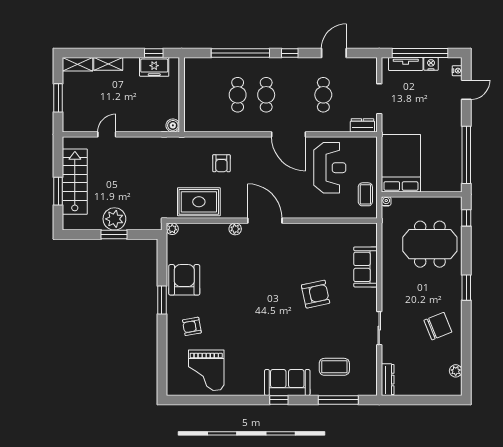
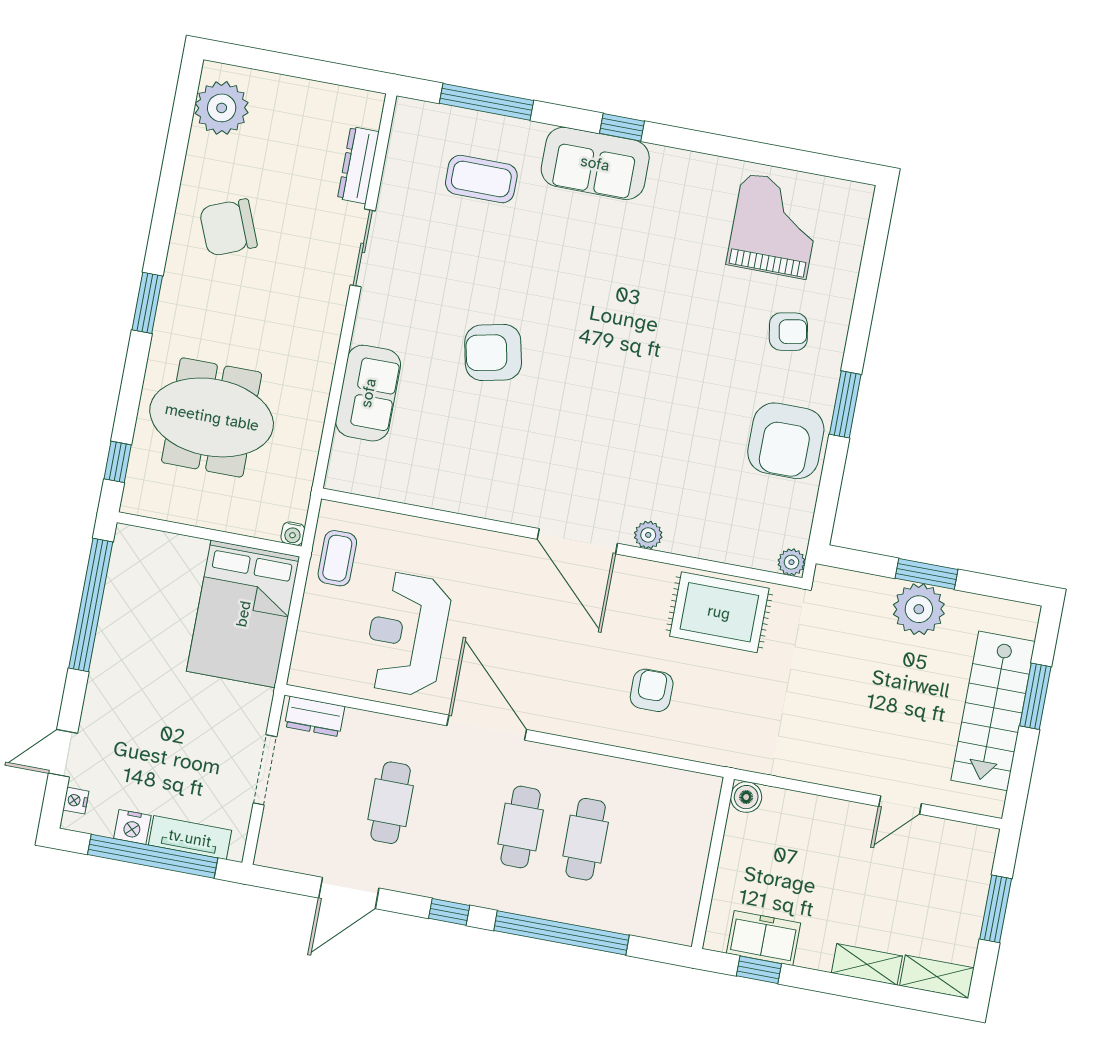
plant: (456, 371) -> (222, 108), width x1.87, depth x1.87
dresser: (388, 380) -> (358, 165), moved

